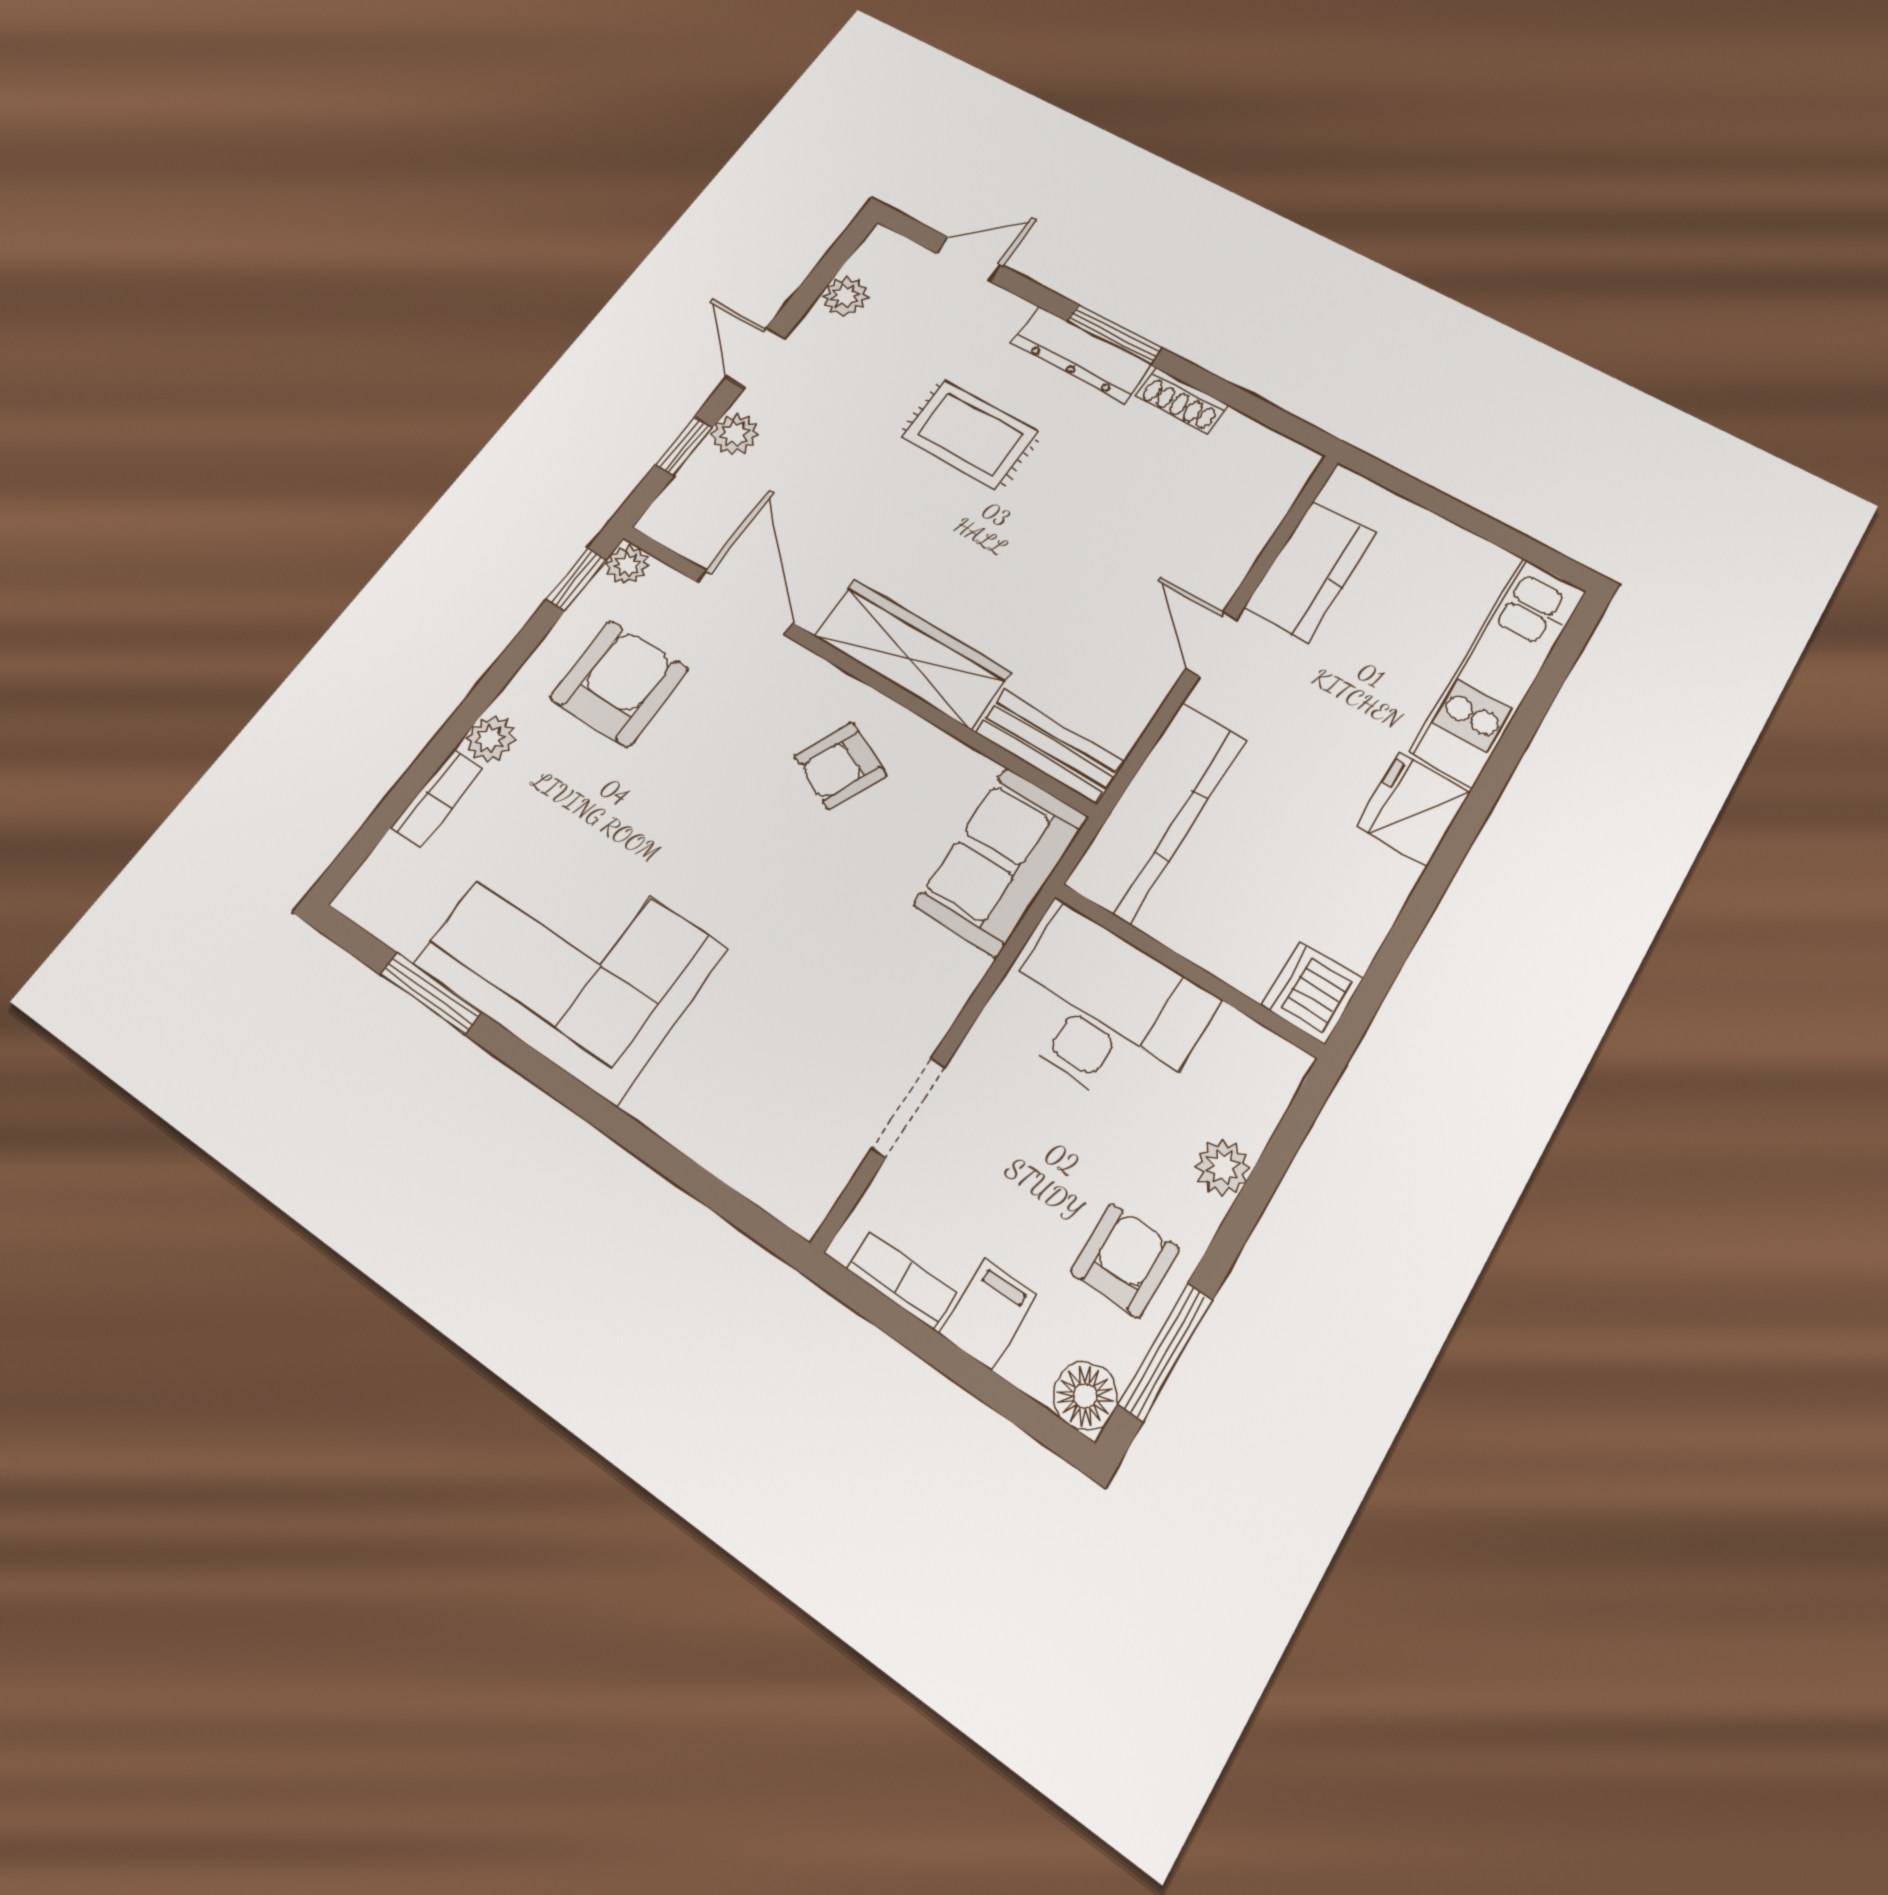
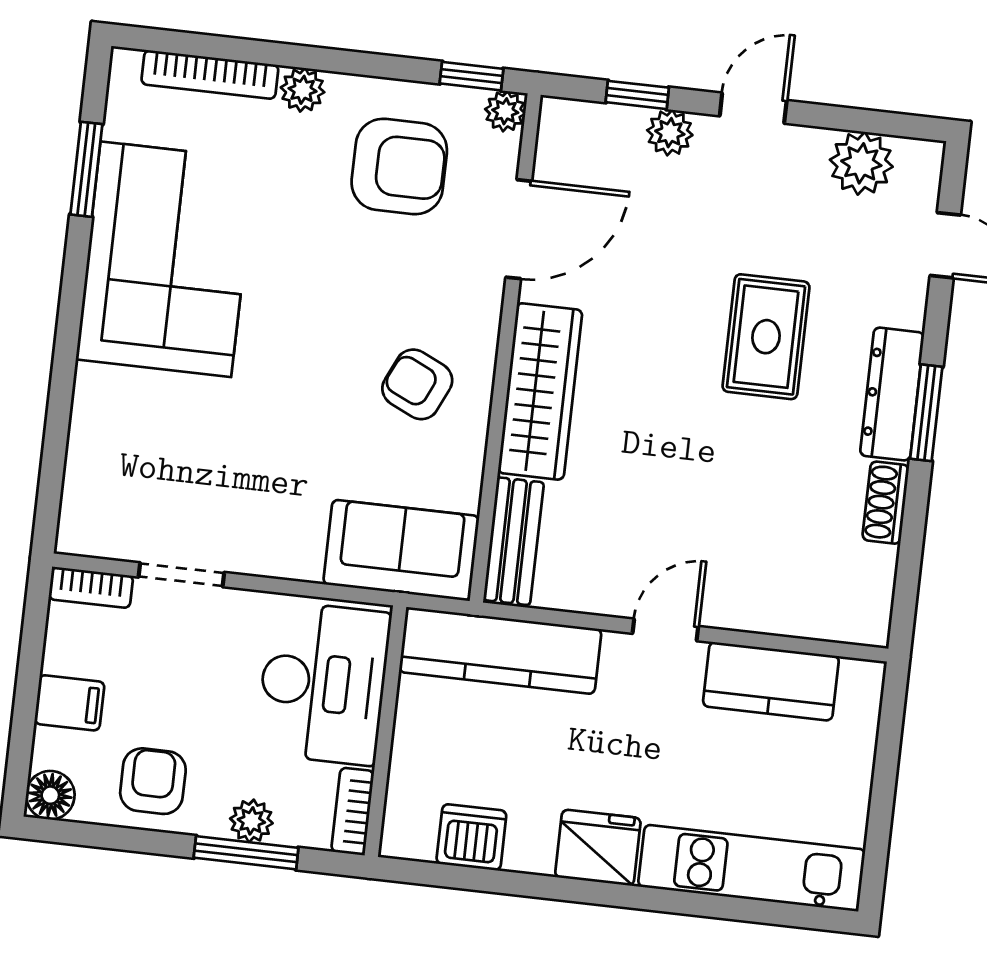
plant: (845, 296) -> (861, 163), width x1.38, depth x1.38
bookcase: (437, 798) -> (210, 75), width x1.56
dishwasher: (1312, 992) -> (471, 837), moved
bookcase: (1261, 1048) -> (353, 811), added
armchair: (1125, 1260) -> (153, 781), turned -90
bookcase: (902, 1281) -> (91, 587), moved, turned 90
window: (1166, 1352) -> (246, 853), moved

